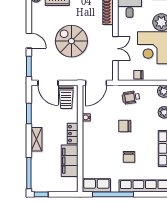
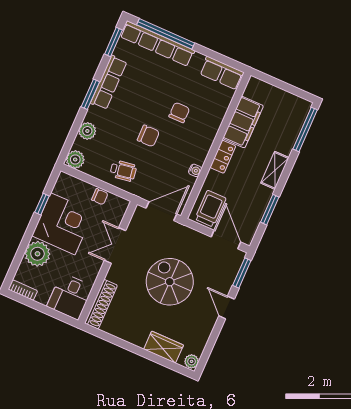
spiral stairs: (71, 41) -> (170, 282), turned 180
chair: (129, 157) -> (179, 113), moved
window: (41, 194) -> (301, 94), removed
window: (113, 194) -> (166, 34), moved

